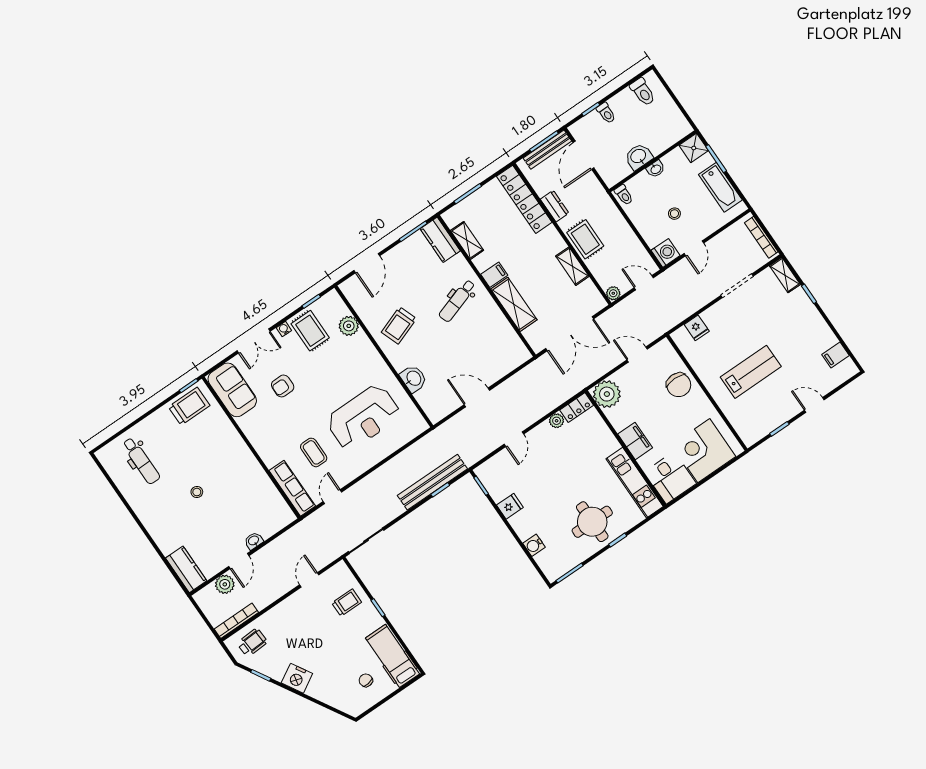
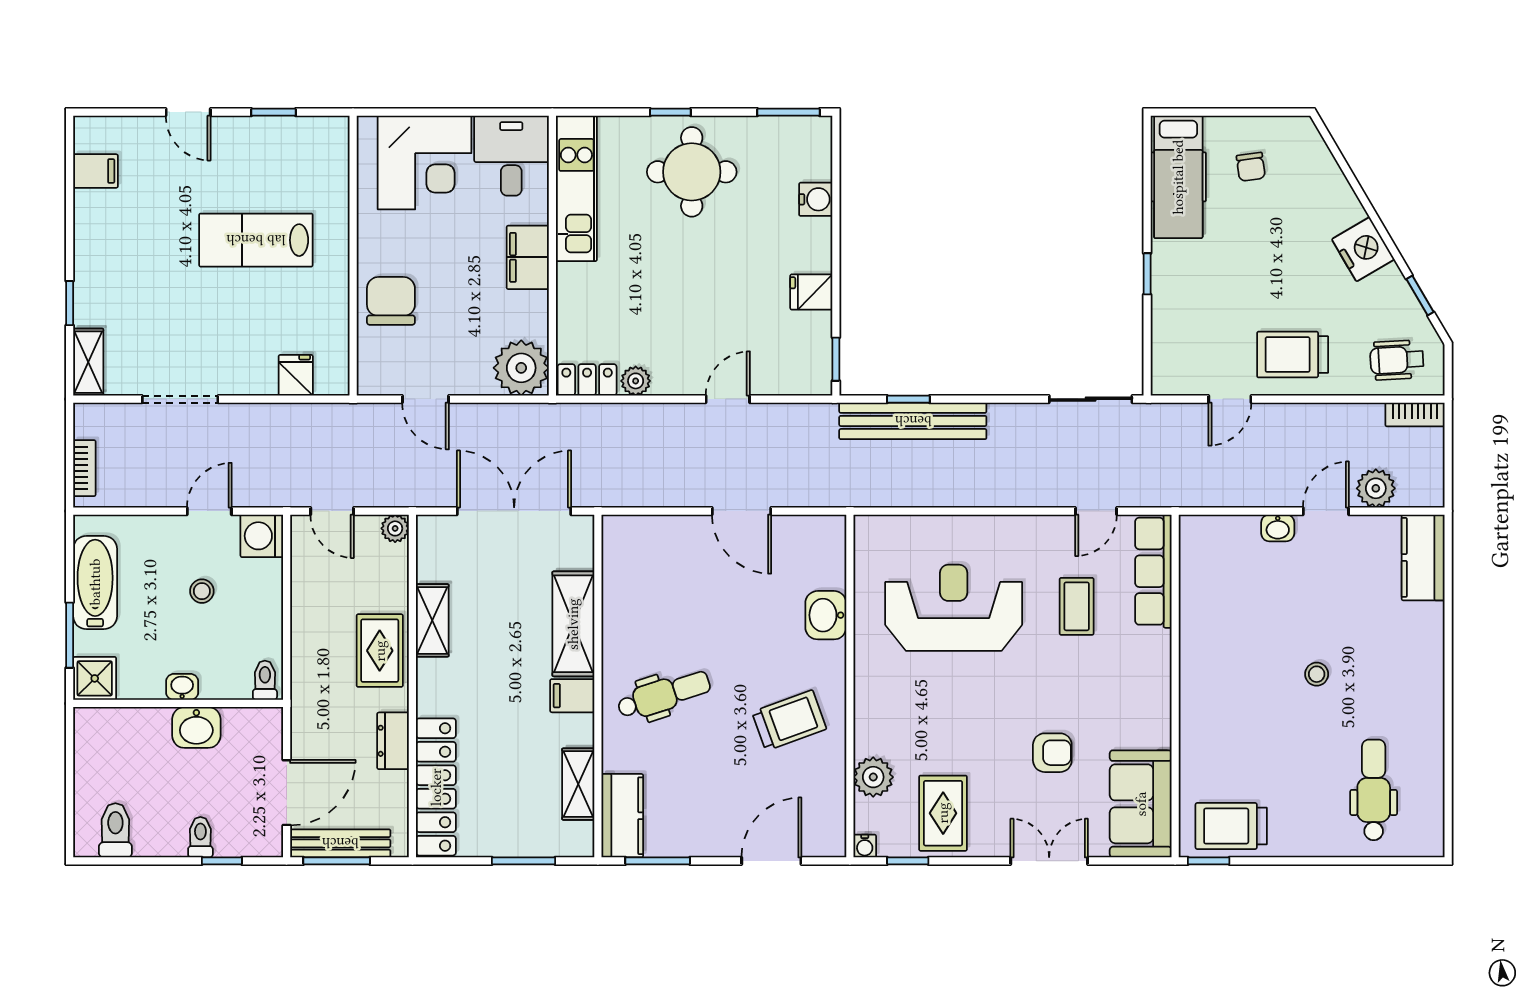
bookcase: (761, 237) -> (84, 468), width x0.64
water cooler: (284, 329) -> (865, 846), moved
trolley: (347, 603) -> (1293, 355), moved, width x1.36, depth x1.39
bookcase: (236, 621) -> (1415, 414), width x0.64

